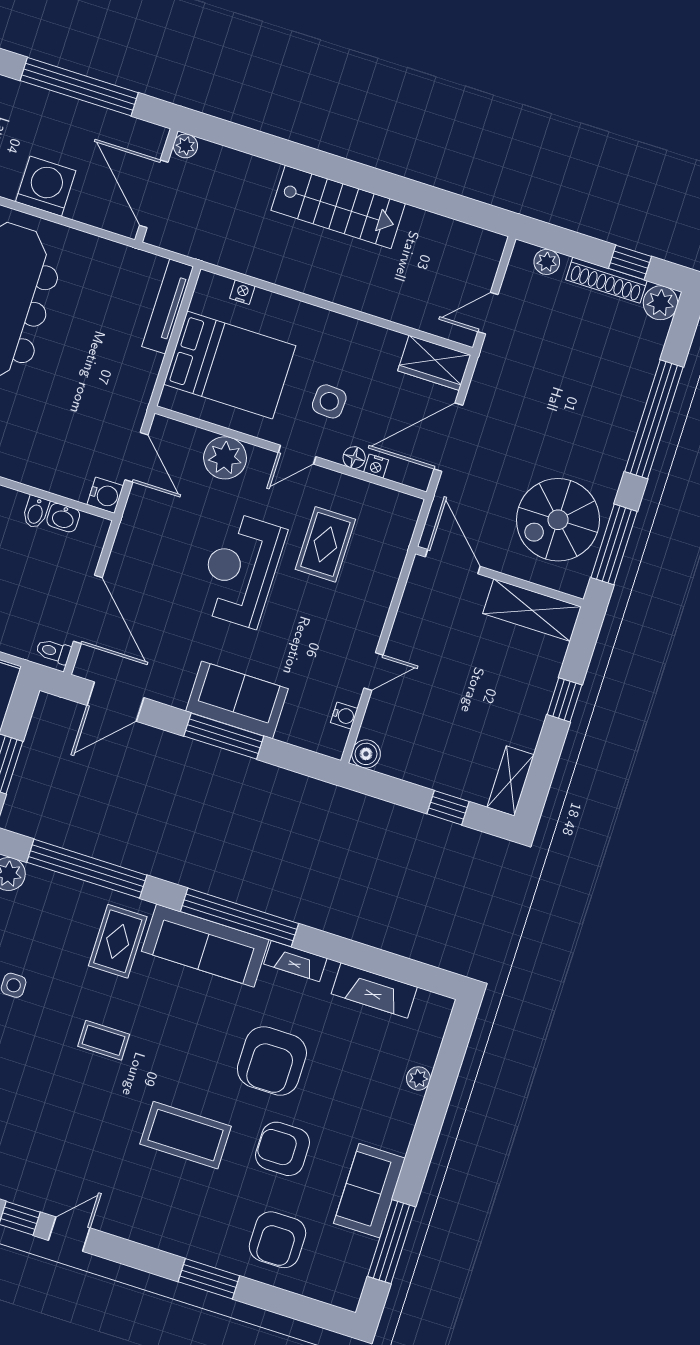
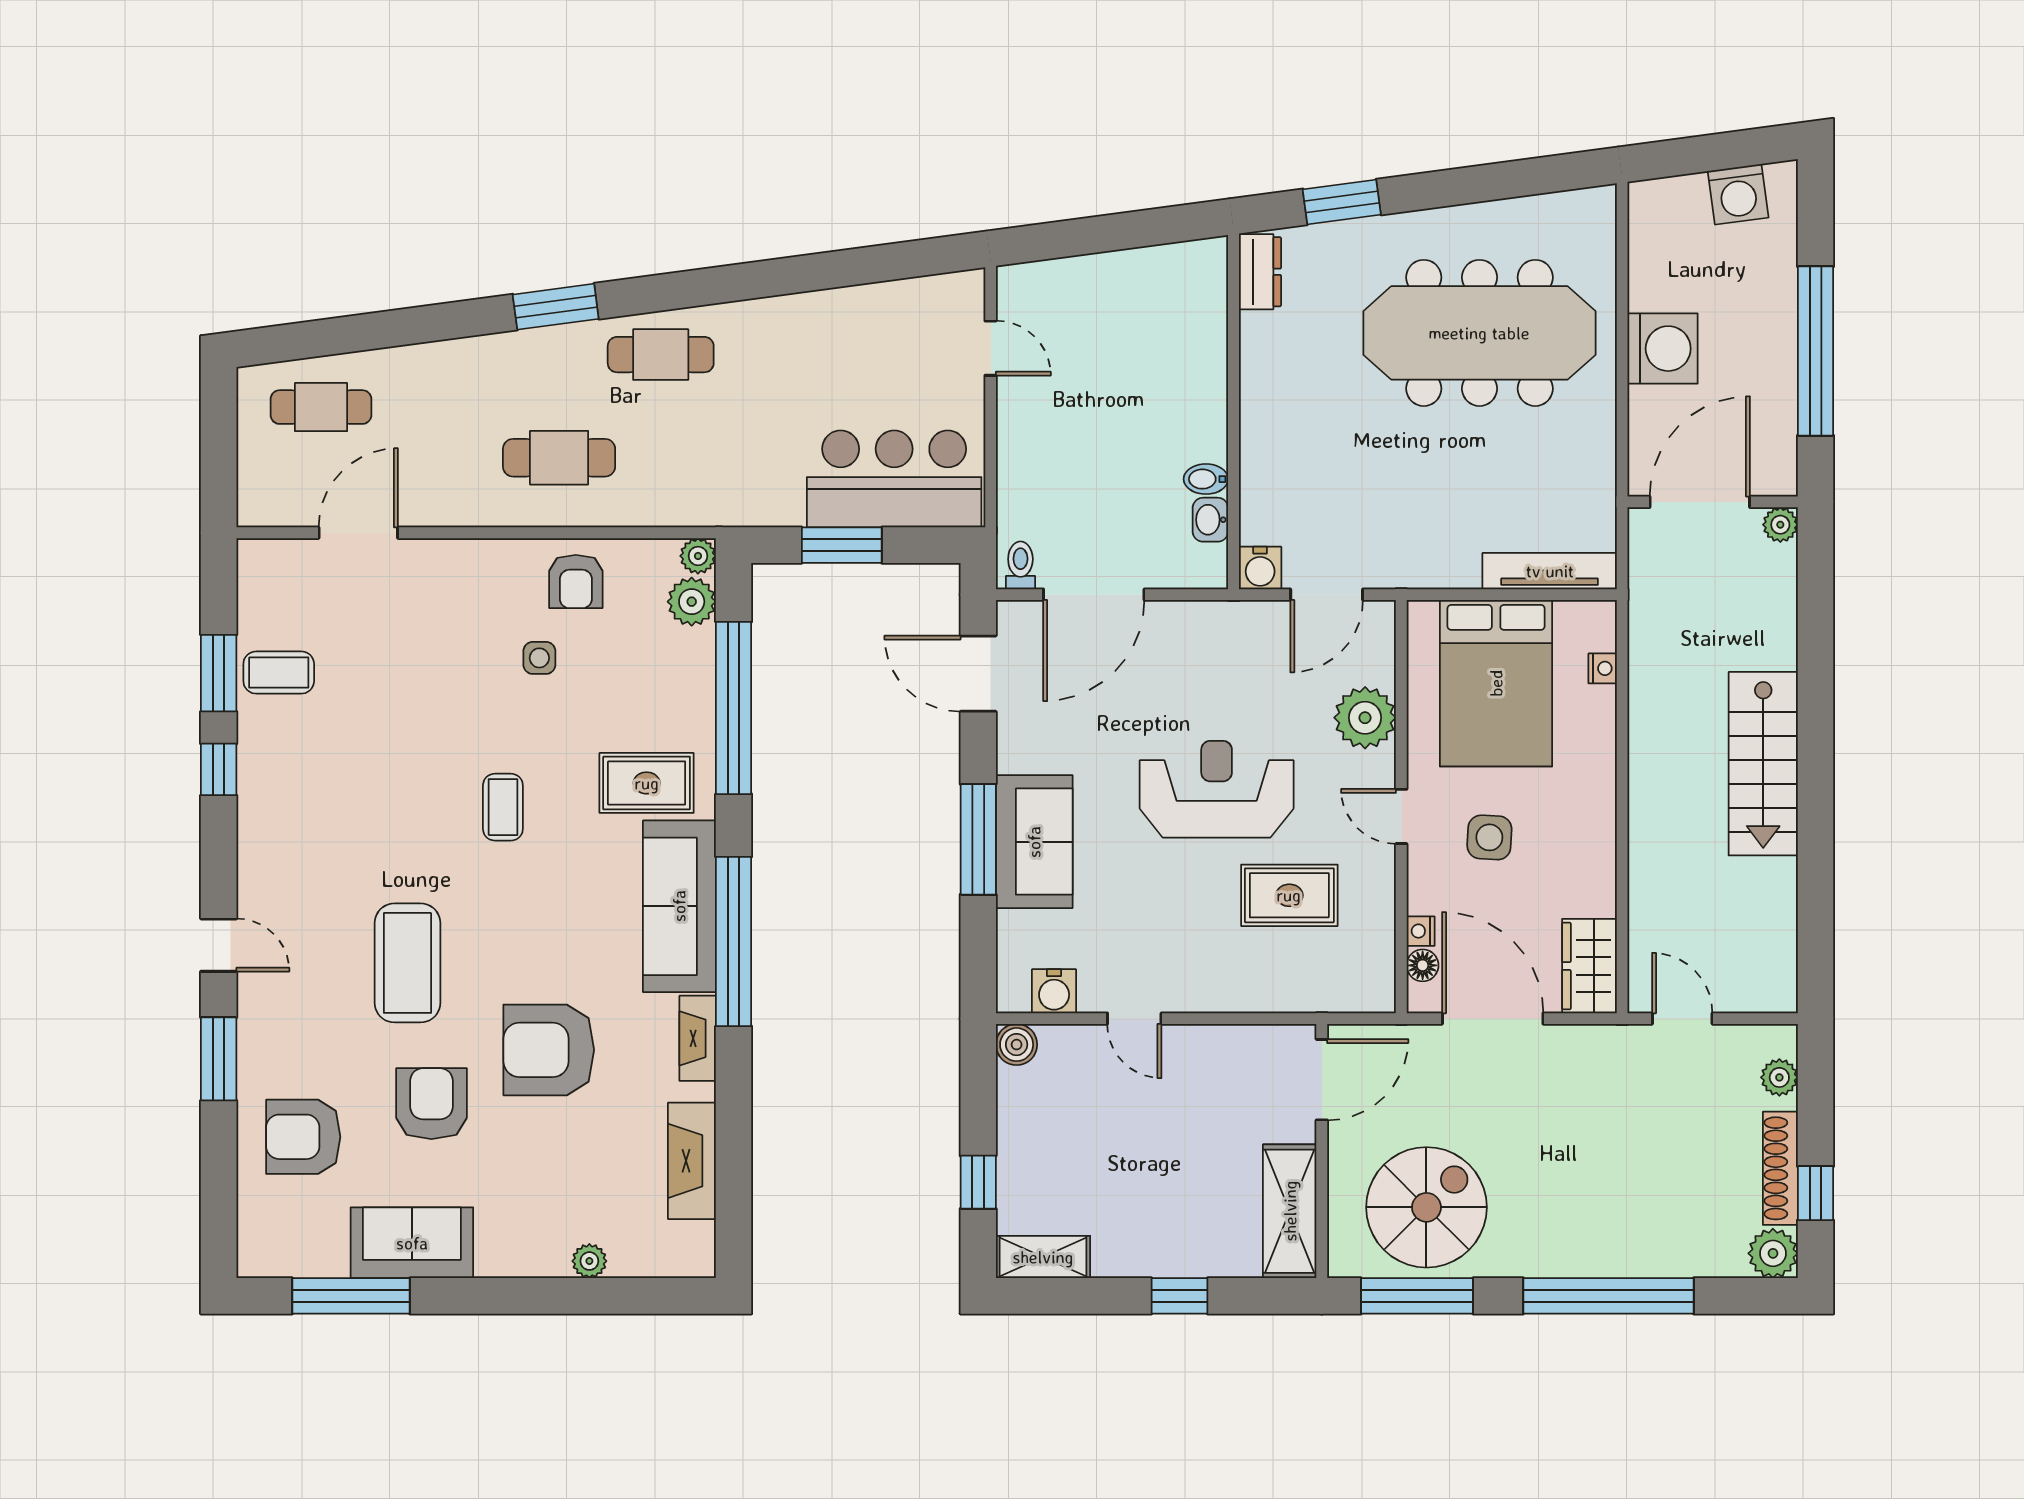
floor lamp: (354, 458) -> (1423, 965), moved
spiral stairs: (558, 520) -> (1426, 1207), turned 90
water cooler: (344, 716) -> (1054, 991), width x1.38, depth x1.38
door: (69, 1234) -> (219, 945), moved

